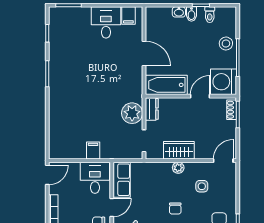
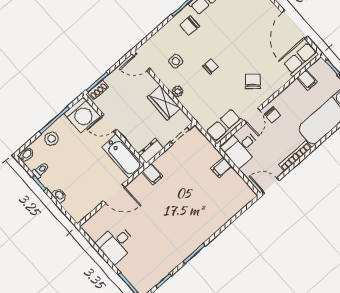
bidet: (191, 14) -> (26, 155), moved
filing cabinet: (128, 16) -> (152, 174), moved, turned 90
door: (144, 54) -> (114, 194), swing flipped
plant: (132, 113) -> (167, 163), removed
door: (112, 208) -> (252, 115), swing flipped

